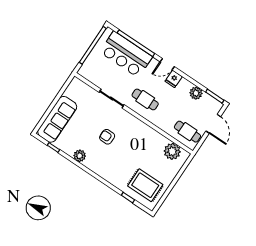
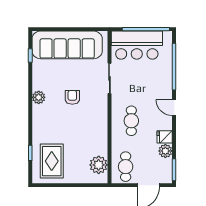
bar counter: (126, 54) -> (137, 45), moved, turned -90
fridge: (174, 79) -> (165, 137), moved
cafe table: (145, 99) -> (131, 121), moved
sofa: (57, 119) -> (67, 45), width x1.36, depth x1.27
plant: (80, 156) -> (39, 97), moved

